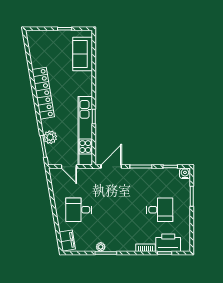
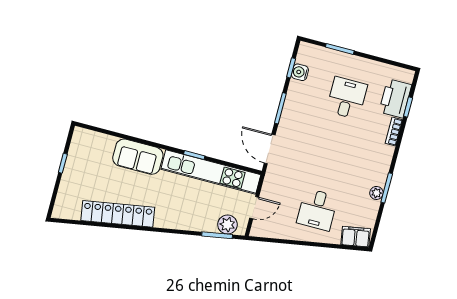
sofa: (83, 54) -> (138, 157), moved
locker: (43, 93) -> (118, 214), moved
plant: (50, 137) -> (227, 225), moved
water cooler: (185, 173) -> (300, 72), moved

